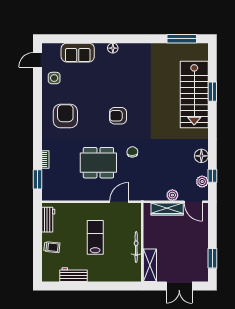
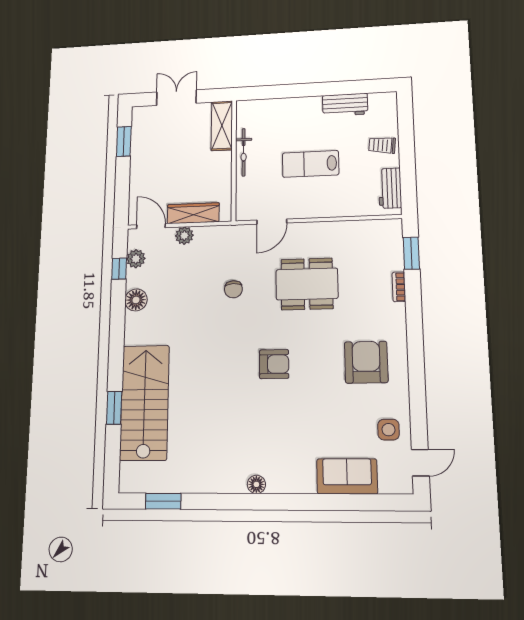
window: (182, 39) -> (163, 501), width x0.69
floor lamp: (113, 48) -> (256, 484), moved
armchair: (65, 116) -> (366, 362), turned 180
chair: (132, 152) -> (233, 289), moved
lab bench: (95, 237) -> (311, 164), turned 90

